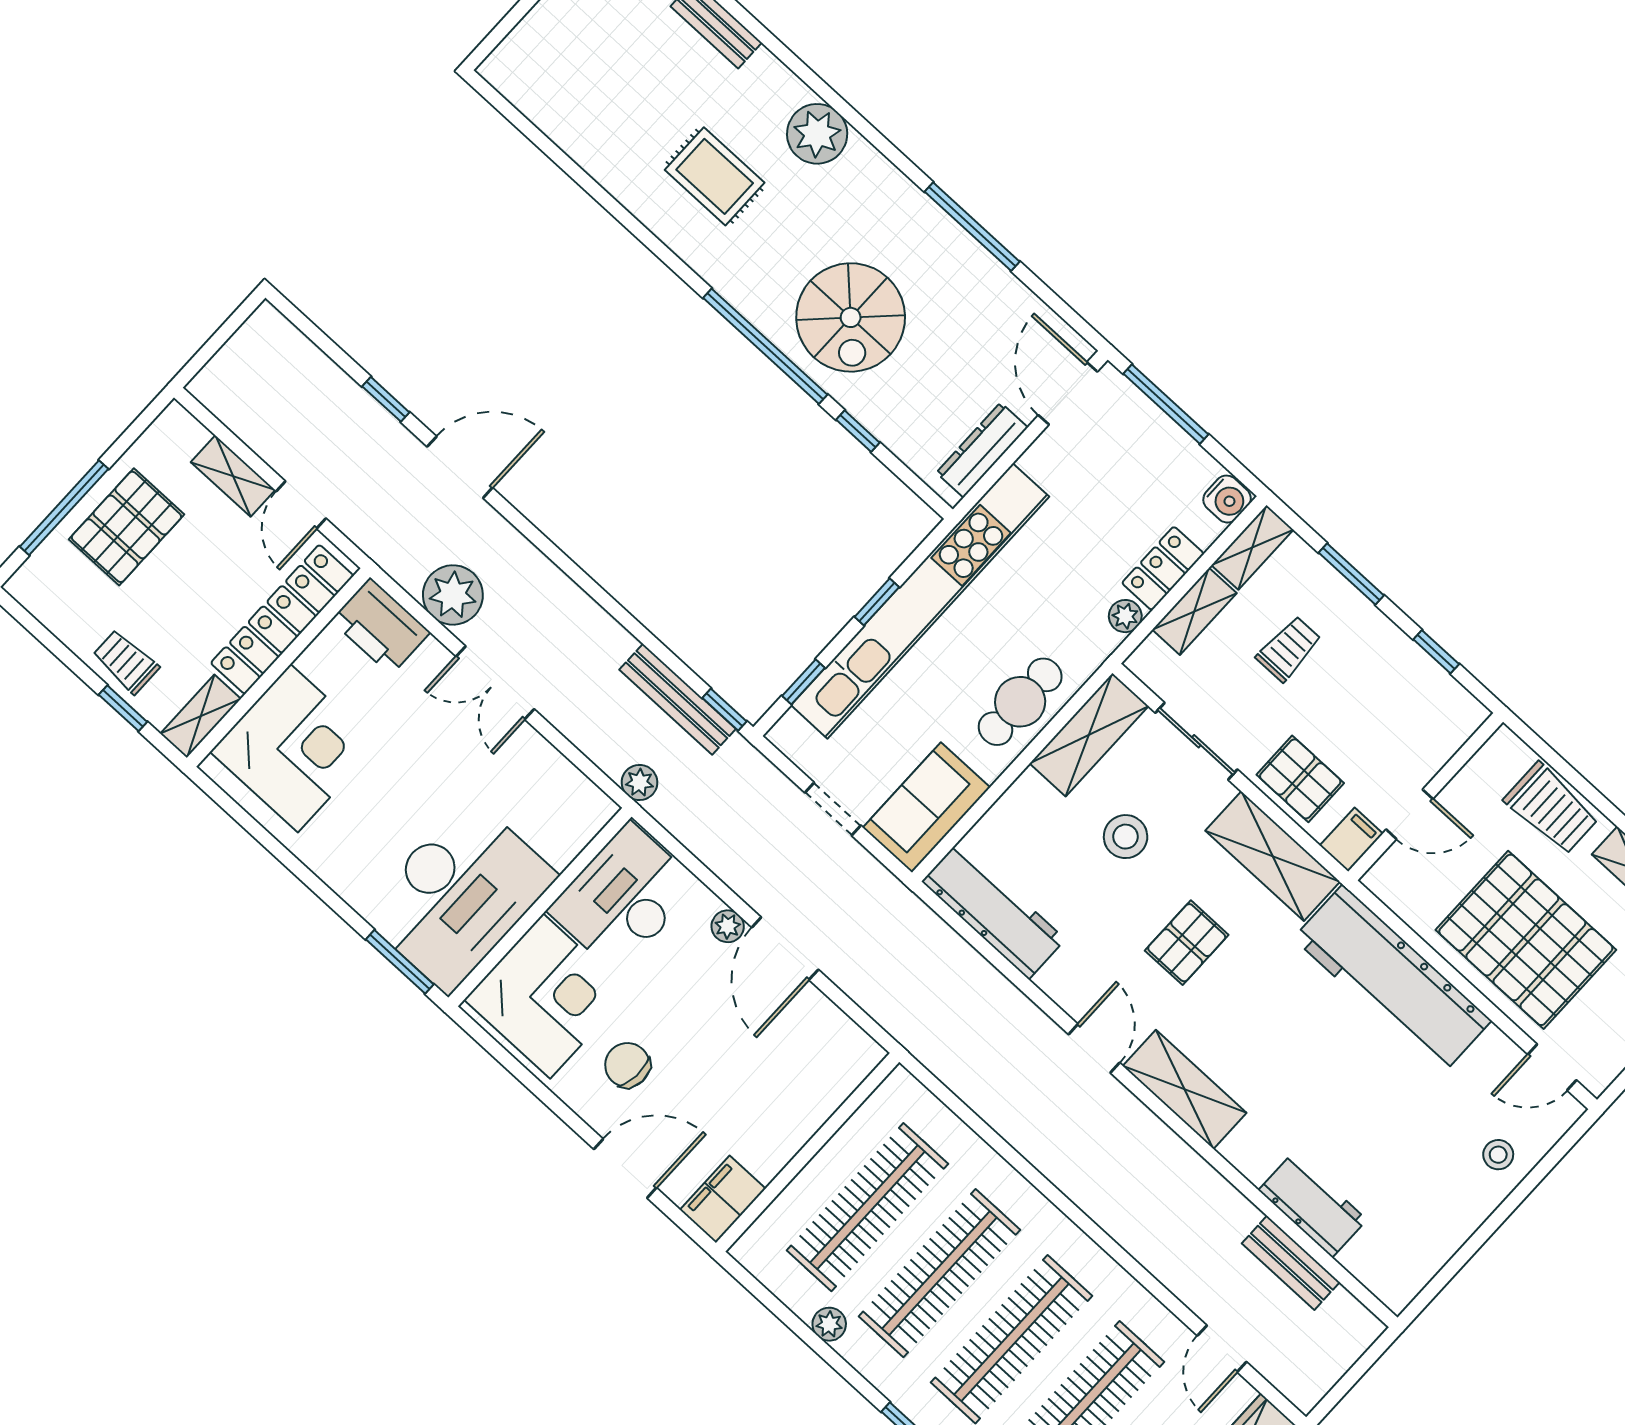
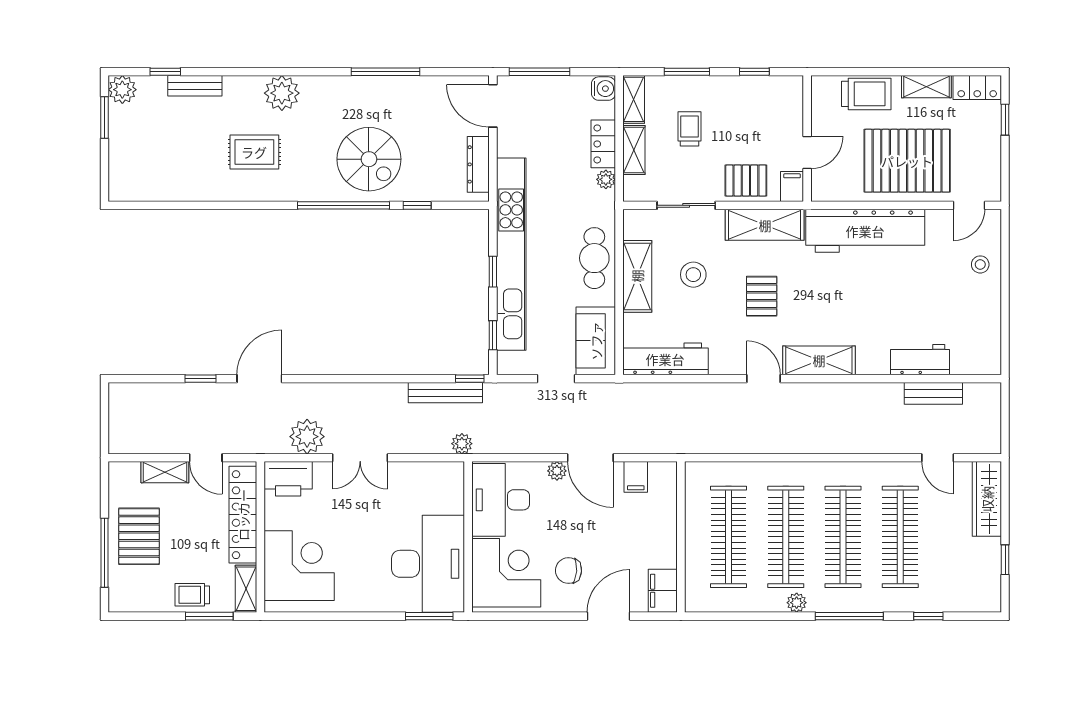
window: (123, 708) -> (209, 616), width x1.50
shelving: (1089, 735) -> (637, 276), moved
filing cabinet: (820, 1025) -> (636, 477), added
plant: (829, 1324) -> (797, 603), moved

